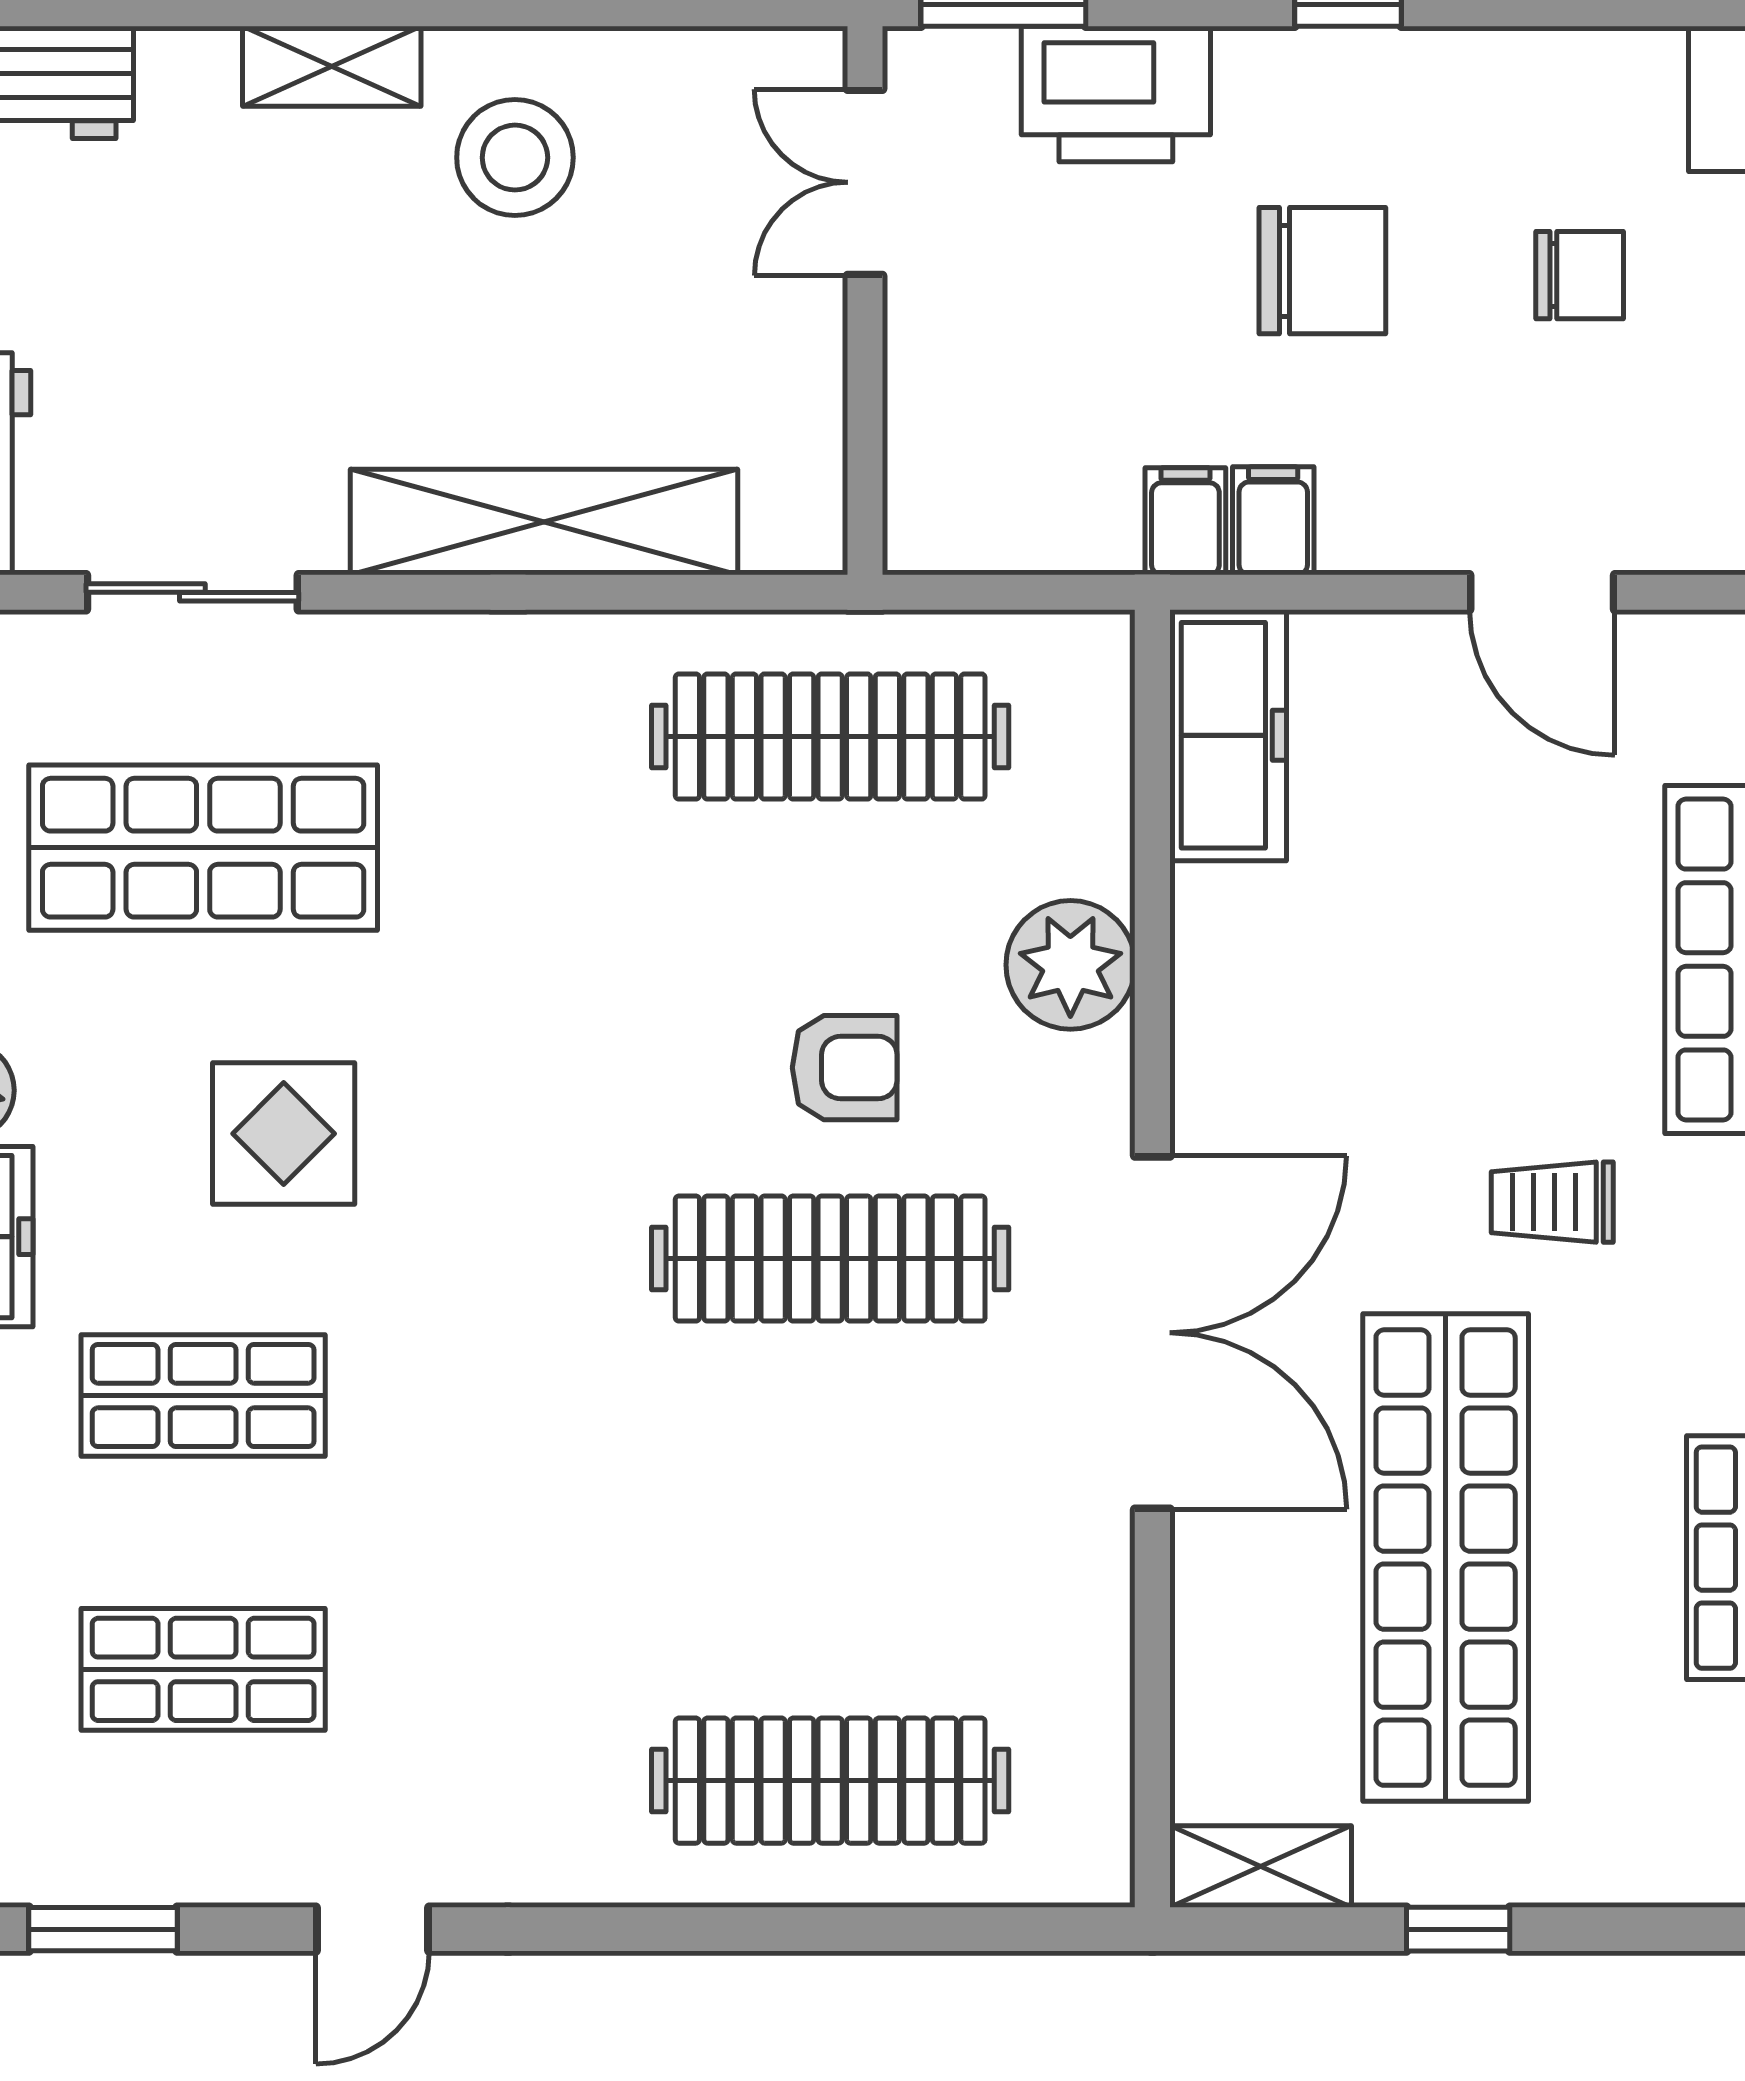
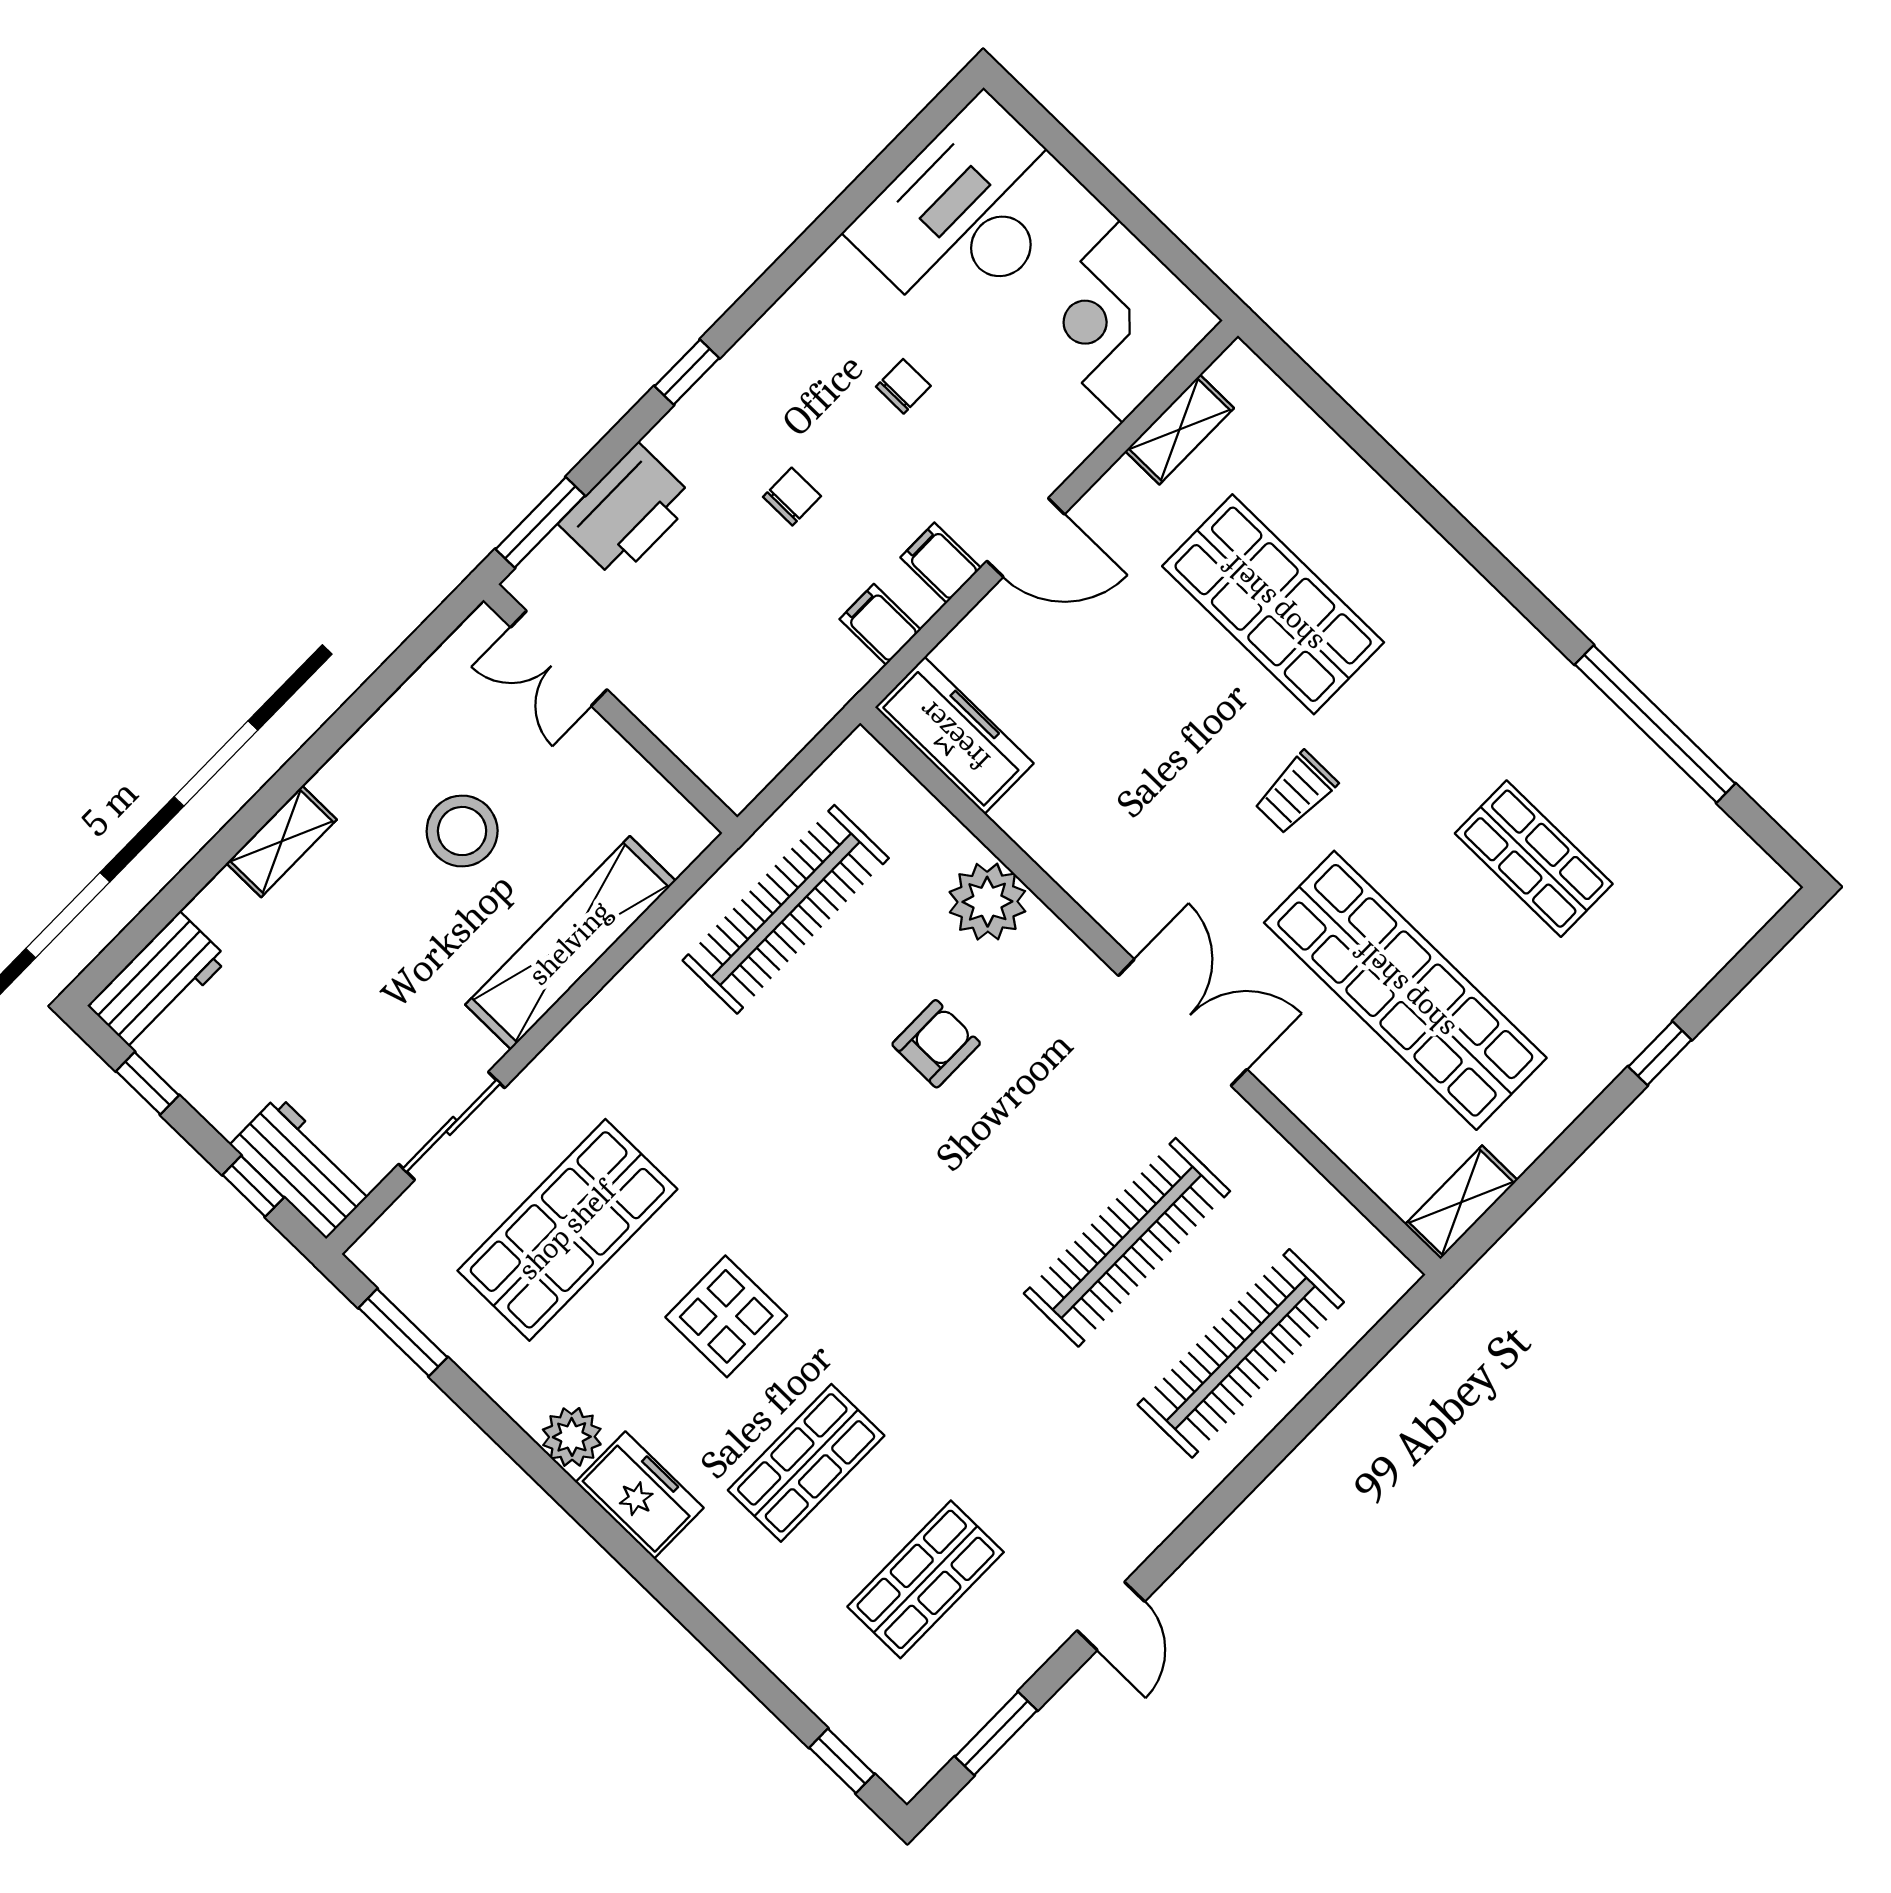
stool: (515, 158) -> (462, 831), moved
chair: (1322, 271) -> (792, 497), width x0.54, depth x0.54
chair: (1580, 275) -> (903, 386), width x0.73, depth x0.73
filing cabinet: (1185, 521) -> (941, 563), moved
clothes rail: (830, 1259) -> (1127, 1242), moved
double door: (1152, 1333) -> (1183, 1022), width x0.73
window: (1458, 1929) -> (1660, 1053), moved

